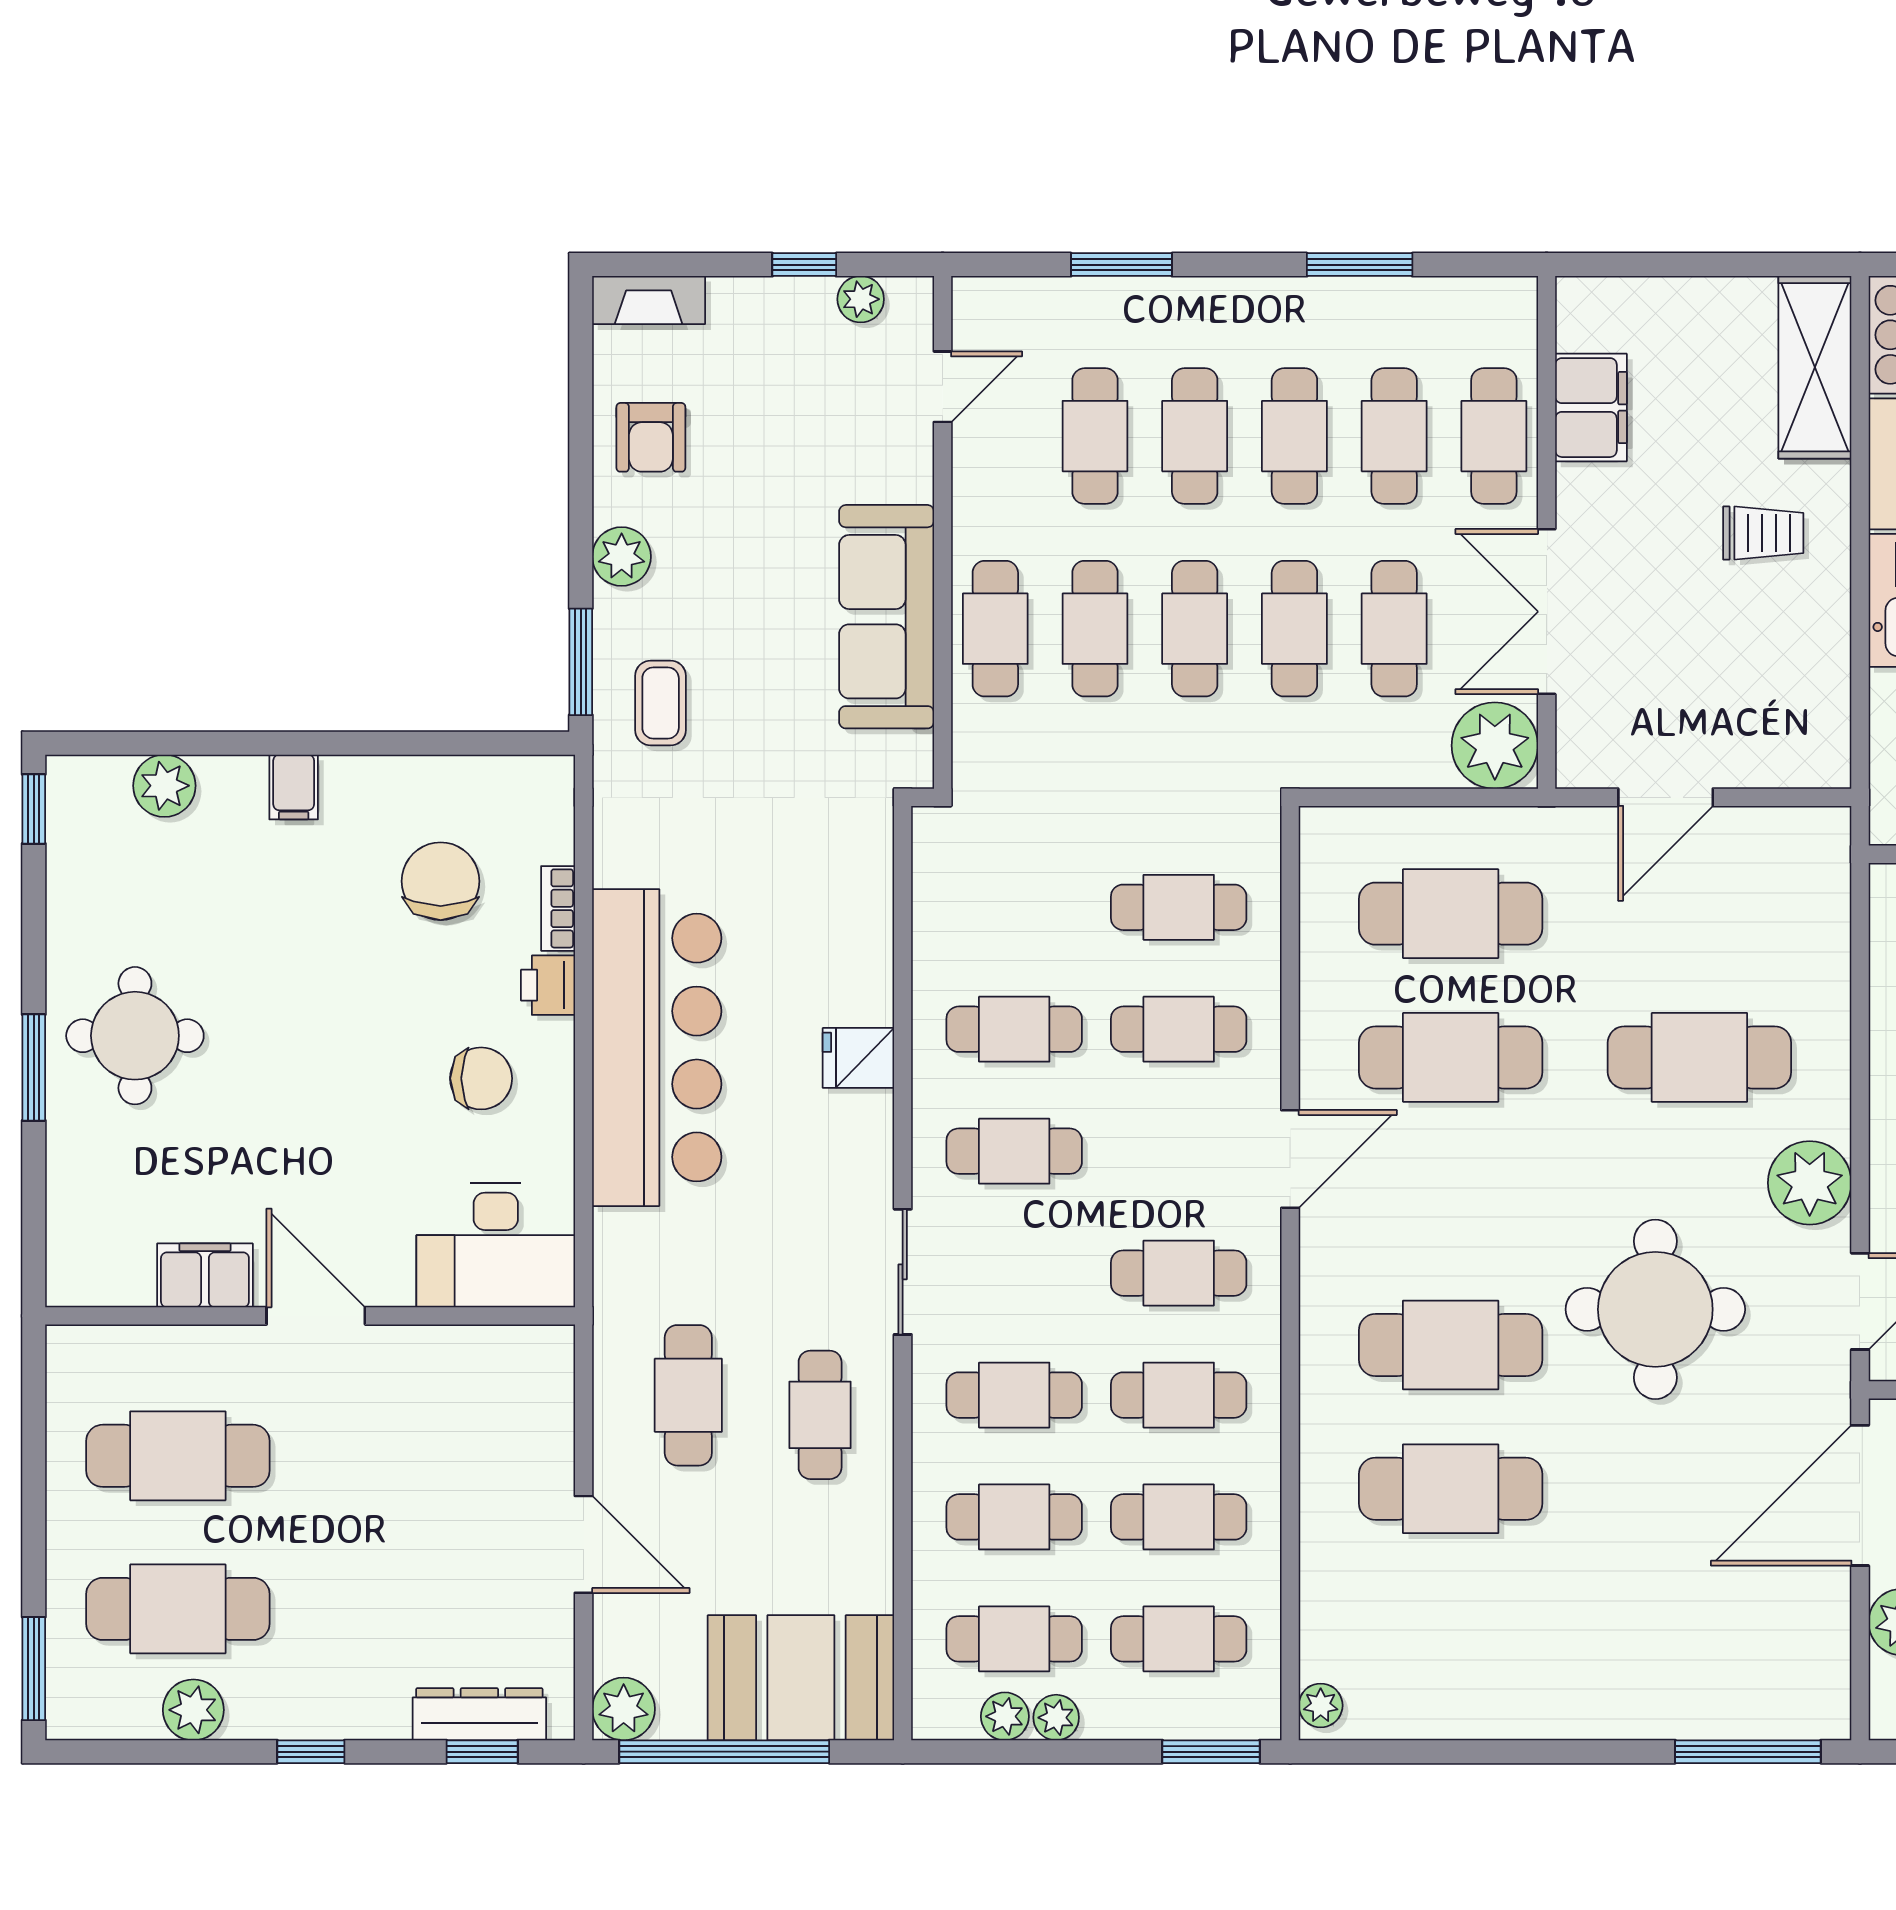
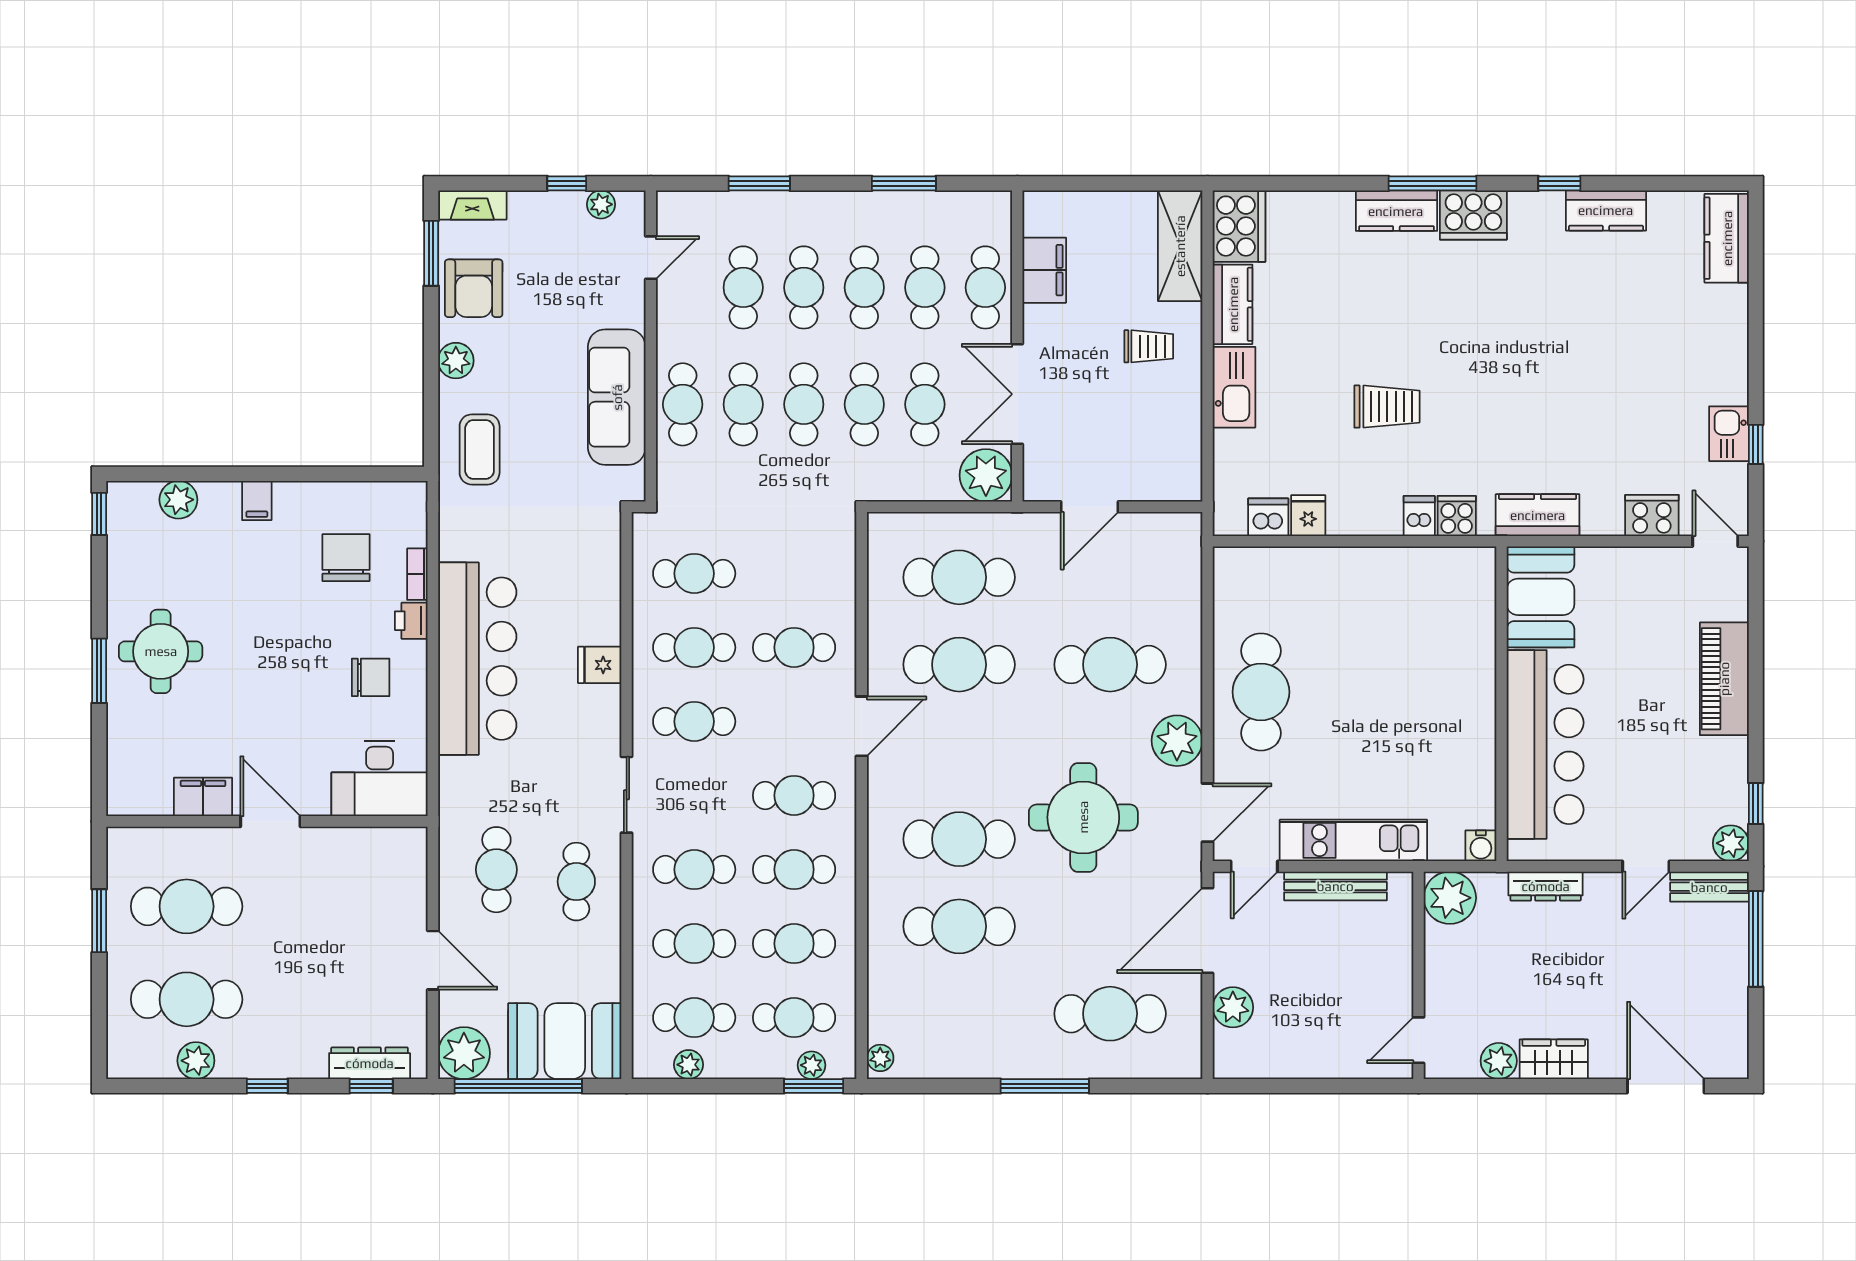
armchair: (651, 437) -> (474, 288), width x1.38, depth x1.38
window: (581, 662) -> (431, 253), moved
coffee table: (661, 703) -> (480, 449), width x1.36, depth x1.30
cafe table: (1179, 907) -> (694, 573), moved
cafe table: (1699, 1633) -> (1110, 1014), added
window: (34, 1669) -> (99, 921), moved
plant: (624, 1709) -> (464, 1053), width x1.36, depth x1.36
plant: (1056, 1718) -> (812, 1065), moved
window: (1748, 1752) -> (1045, 1086), moved

